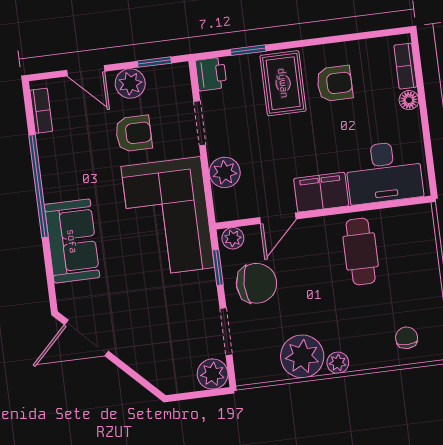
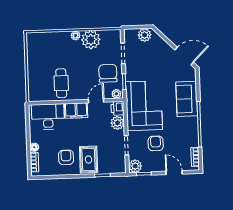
printer: (211, 74) -> (117, 108), moved
plant: (130, 83) -> (135, 166), moved
armchair: (335, 83) -> (66, 157), turned 90
armchair: (134, 133) -> (156, 143), turned 90
chair: (256, 283) -> (108, 73), turned 90
chair: (407, 338) -> (45, 44), removed
plant: (213, 374) -> (144, 35), moved

